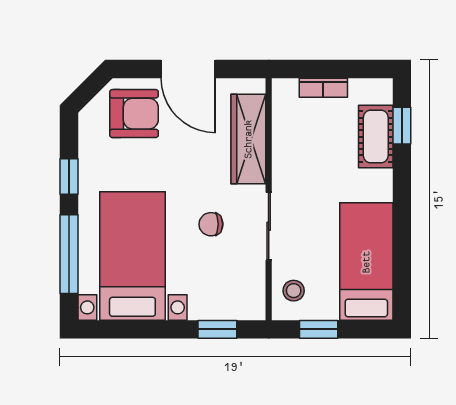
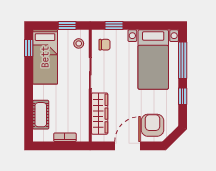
door: (188, 69) -> (127, 146), hinge flipped
armchair: (134, 114) -> (152, 125), turned 90
window: (402, 126) -> (29, 48), moved
chair: (211, 224) -> (105, 45), moved

